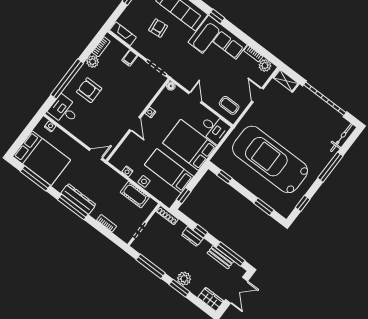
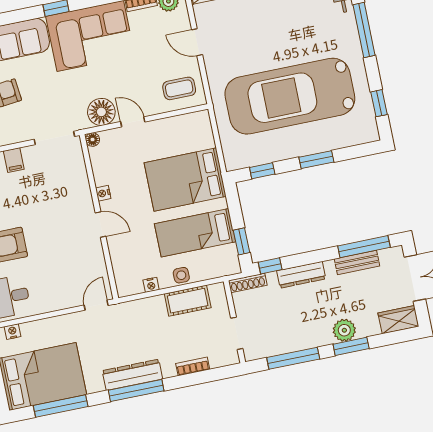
floor lamp: (187, 79) -> (101, 112), added
desk: (214, 129) -> (192, 132), removed
window: (264, 207) -> (316, 160), moved
window: (200, 231) -> (270, 266), moved
dresser: (192, 236) -> (301, 275), width x1.44

